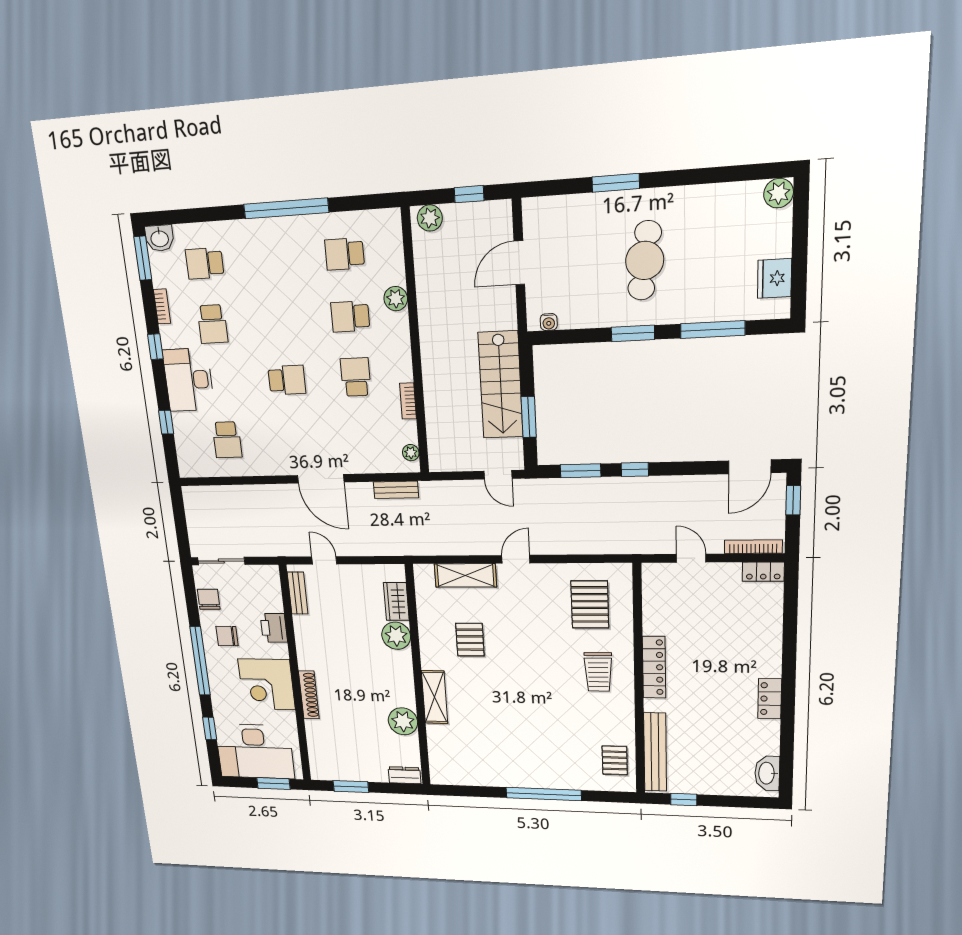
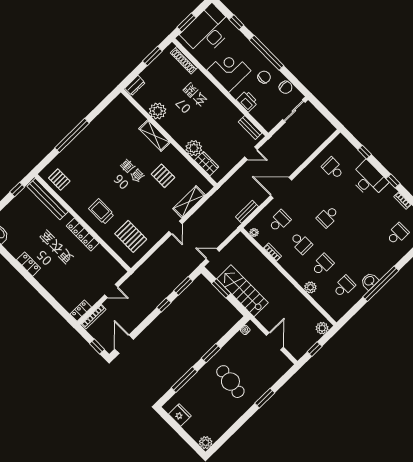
washbasin: (300, 228) -> (370, 281), added
school desk: (212, 324) -> (279, 221), moved, turned 90
shoe rack: (309, 695) -> (184, 60), moved

